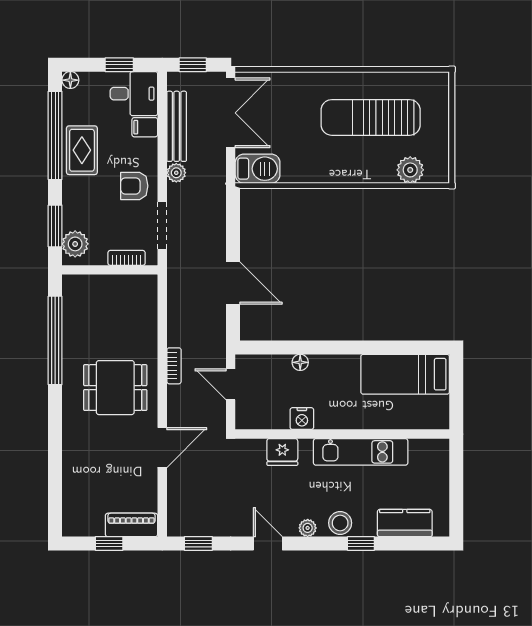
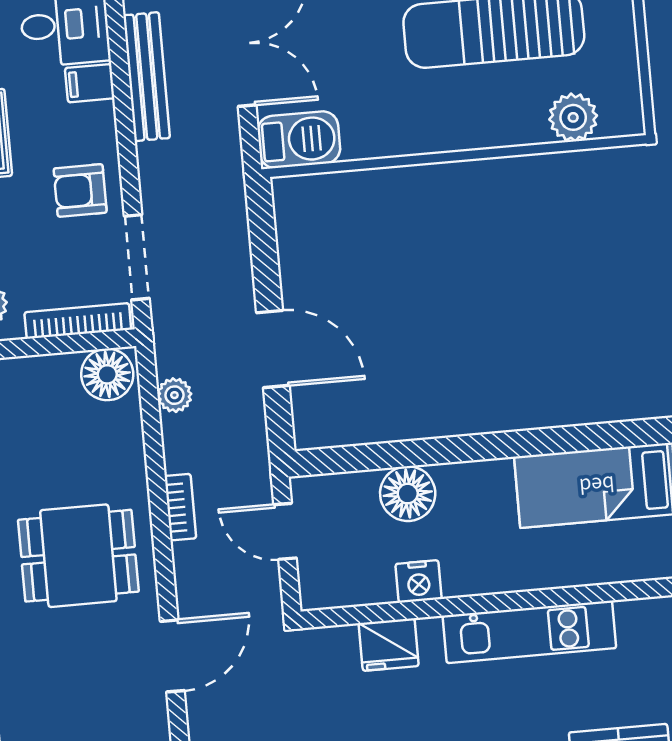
plant: (176, 173) -> (174, 395), moved
bookcase: (127, 258) -> (78, 321), width x1.56
floor lamp: (140, 289) -> (107, 374), added
floor lamp: (300, 362) -> (408, 494), width x1.89, depth x1.89

